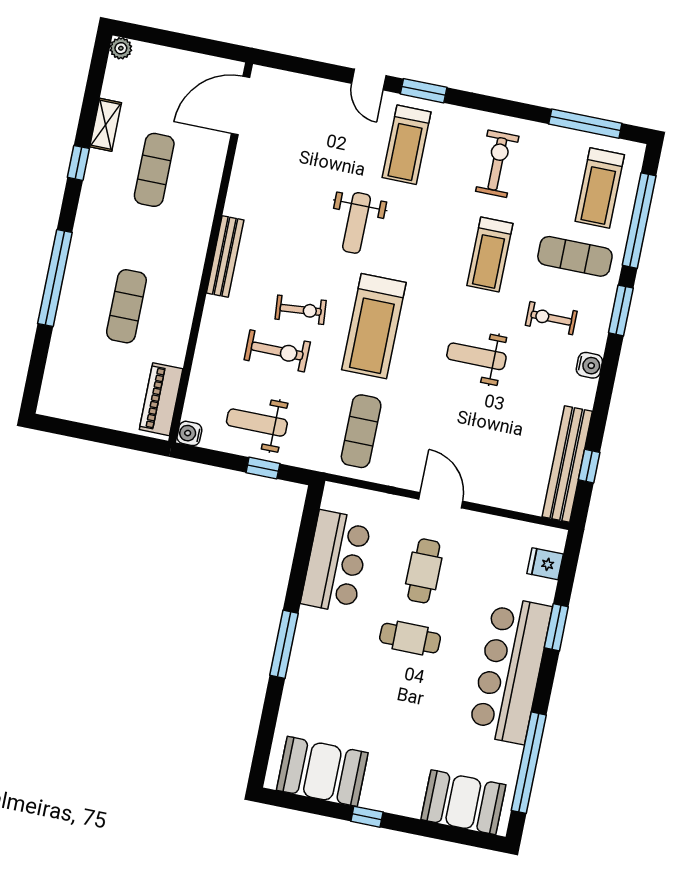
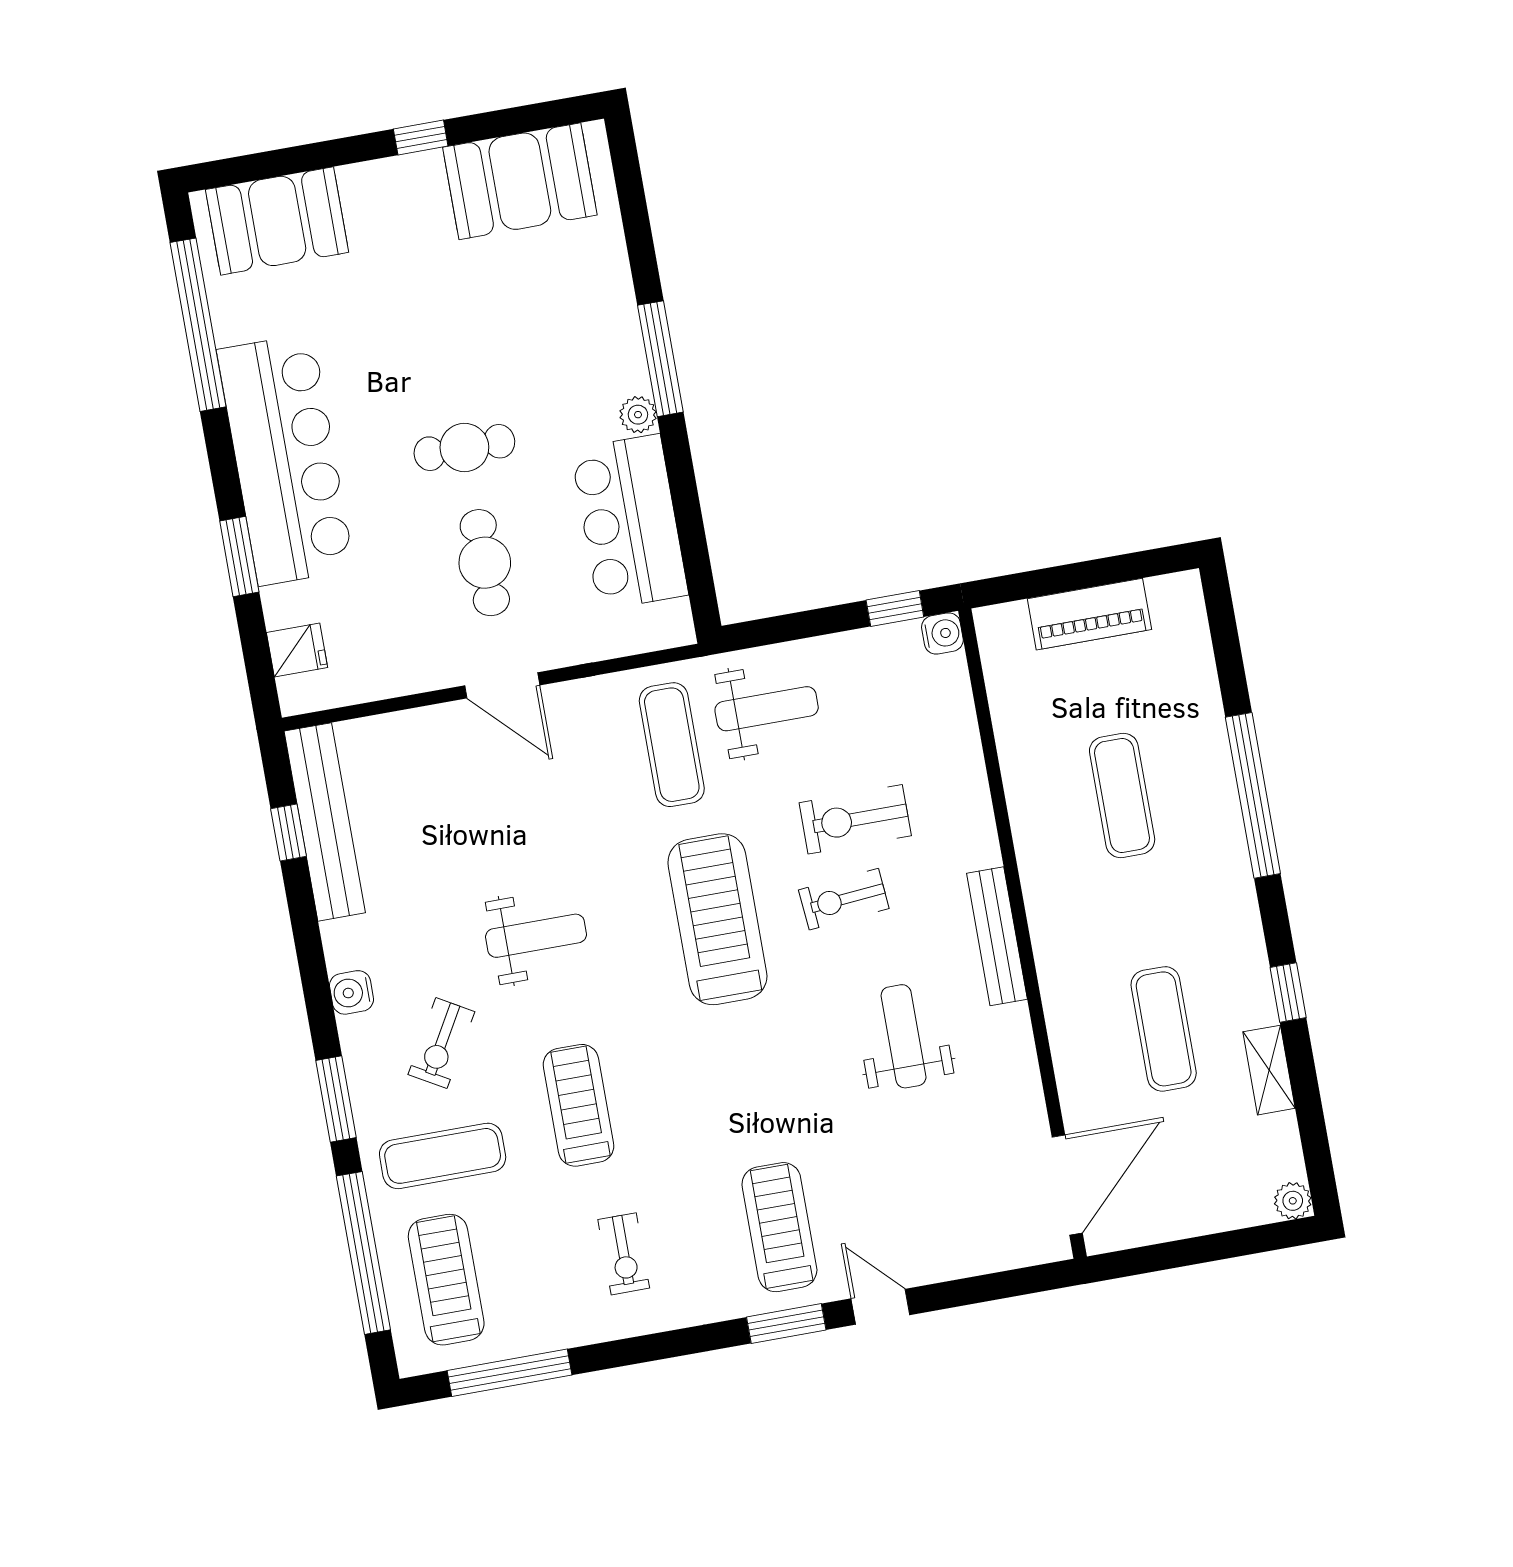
exercise bike: (497, 164) -> (624, 1254), width x0.73, depth x0.72
weight bench: (357, 223) -> (904, 1036), moved
exercise bike: (551, 318) -> (441, 1043), turned 120
piano: (161, 399) -> (1089, 614), moved, turned 90
weight bench: (257, 423) -> (767, 709), moved
window: (263, 468) -> (895, 609), moved
plant: (308, 619) -> (638, 415), added

